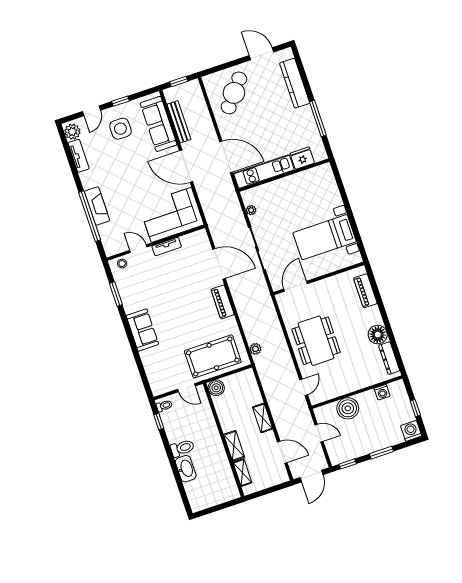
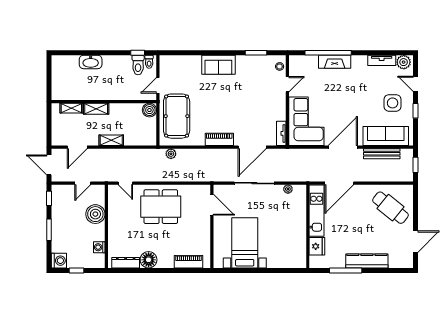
kitchen counter: (295, 83) -> (367, 261), moved
tv unit: (167, 247) -> (281, 133), moved
toilet: (182, 448) -> (138, 65), moved

